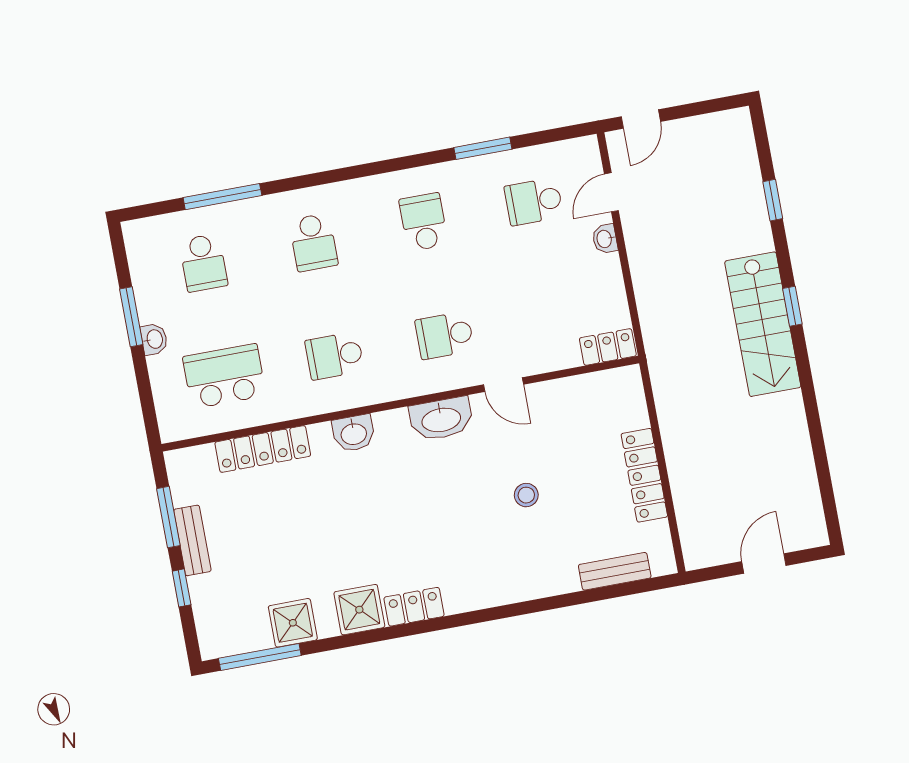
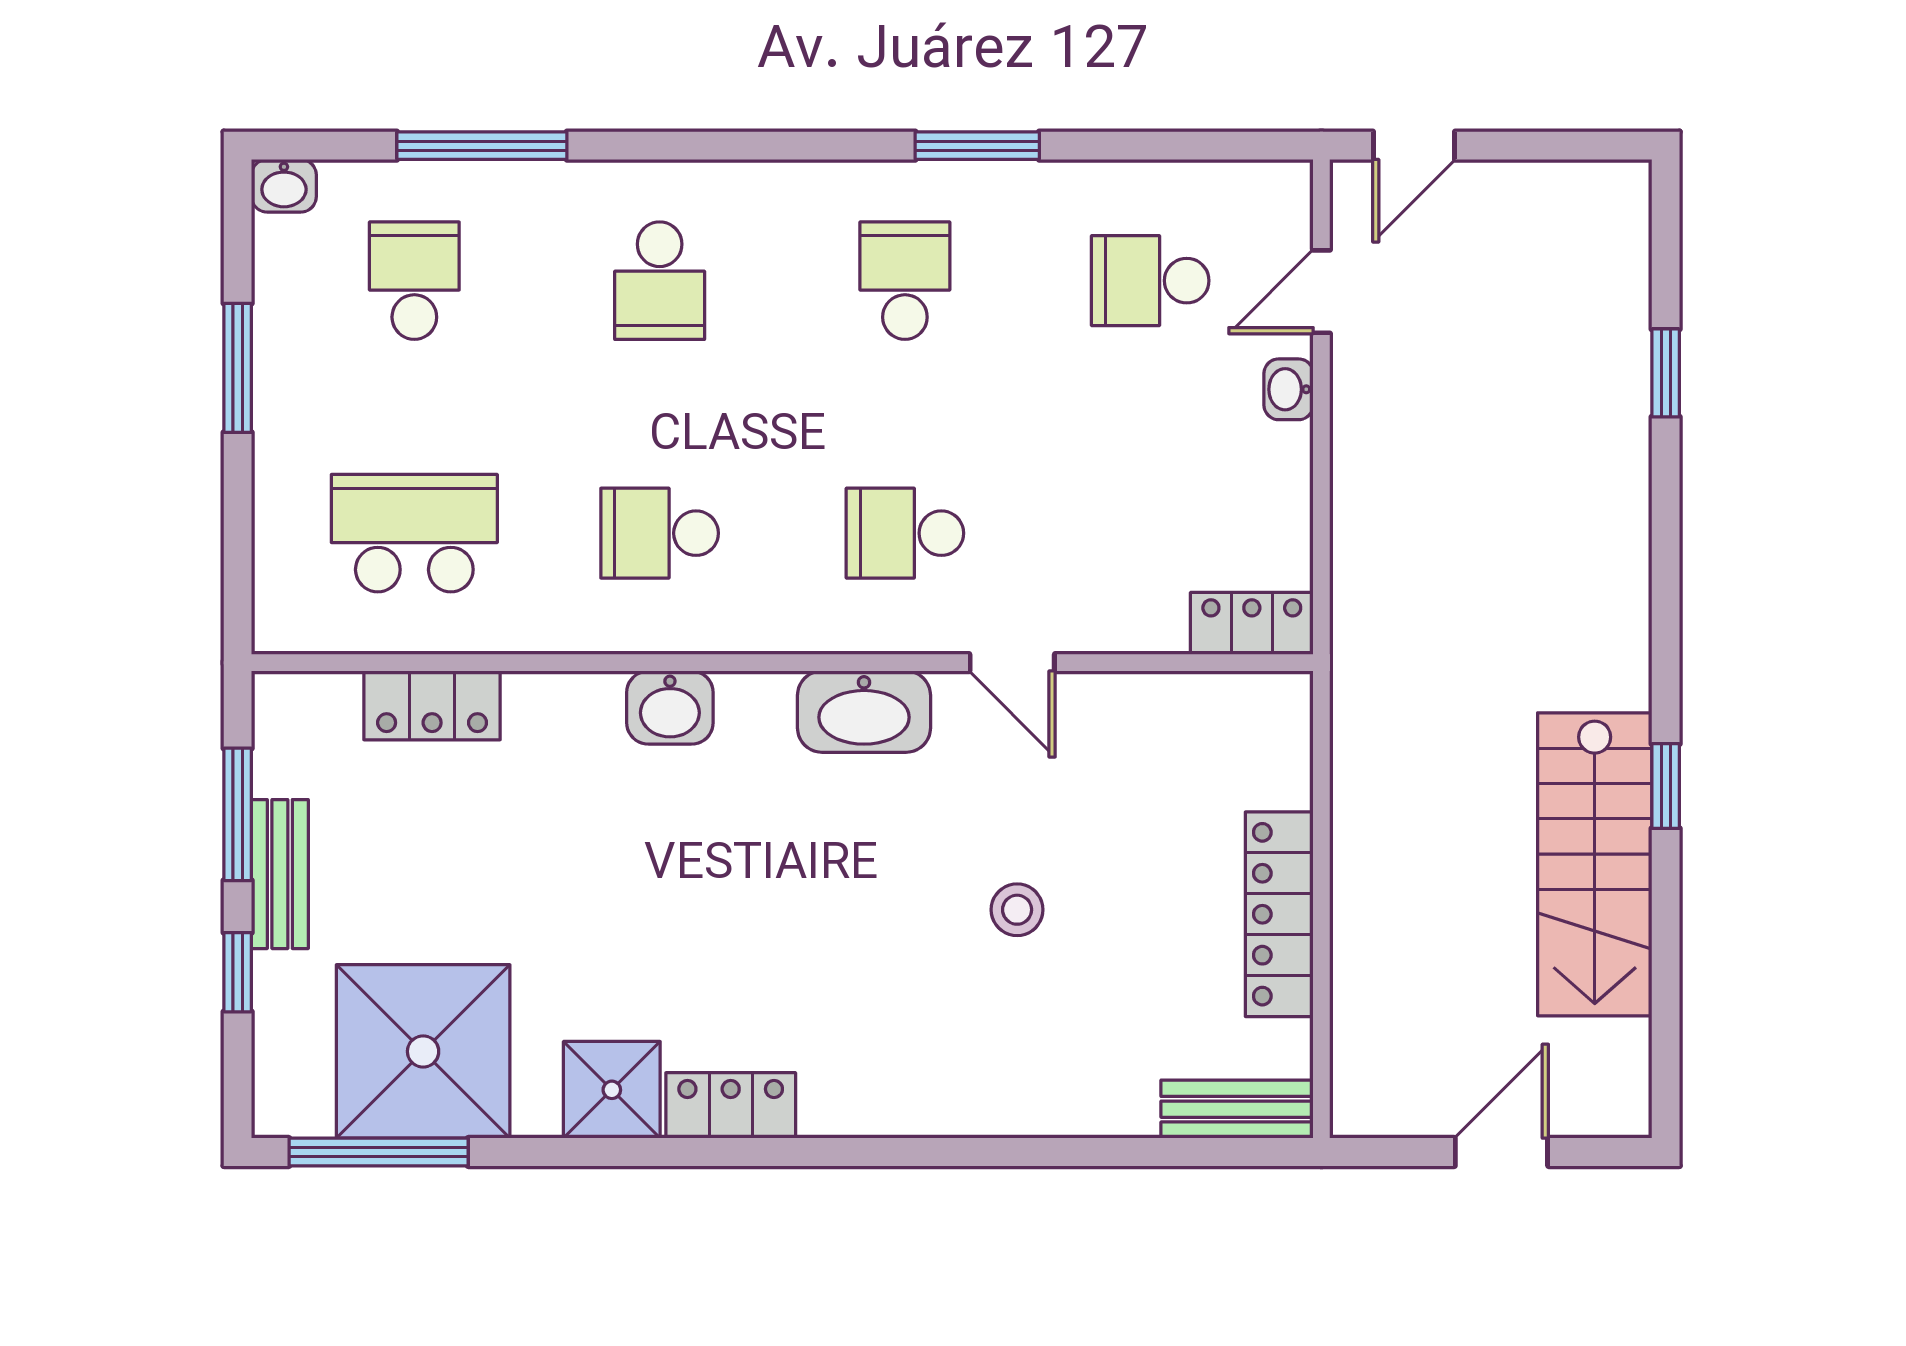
window: (483, 148) -> (977, 146), moved
school desk: (203, 263) -> (414, 281), turned 180
window: (792, 306) -> (1666, 786), moved
stairs: (763, 324) -> (1595, 864), moved
washbasin: (154, 339) -> (284, 186), moved, turned 90
locker: (263, 449) -> (432, 705), width x0.66
bench: (615, 571) -> (1237, 1109), moved
shower: (293, 623) -> (423, 1051), width x1.86, depth x1.86

